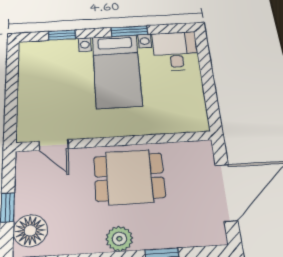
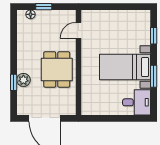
floor lamp: (30, 231) -> (31, 14), width x0.53, depth x0.53
plant: (119, 239) -> (23, 80), moved

